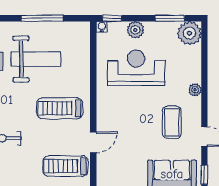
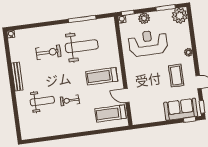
door: (93, 142) -> (127, 96), swing flipped

